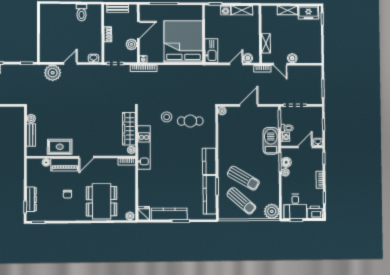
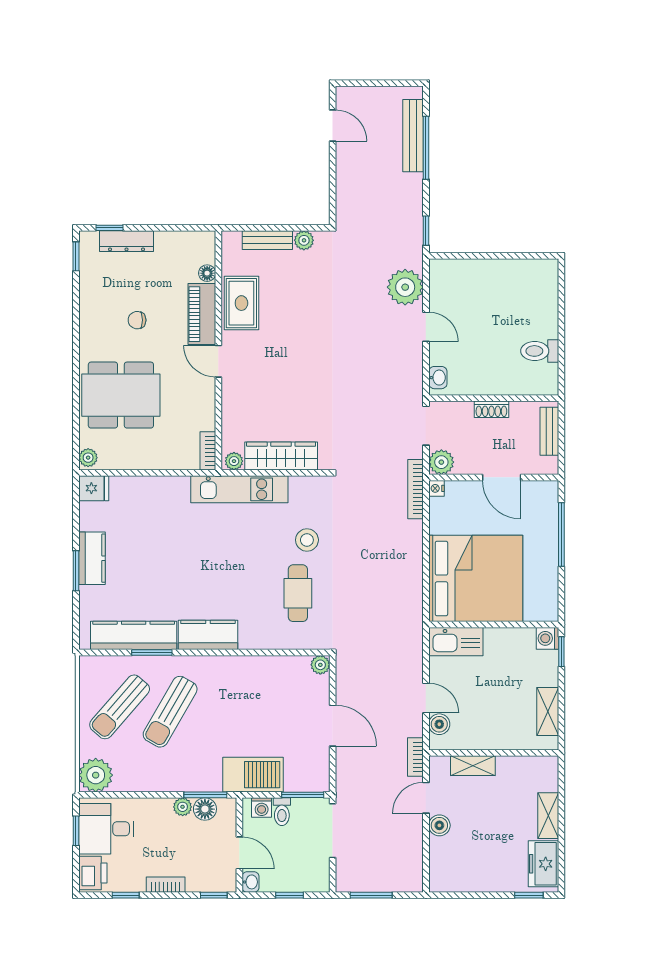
washing machine: (226, 10) -> (547, 638), moved
plant: (131, 44) -> (441, 462), moved
kitchen counter: (169, 214) -> (92, 558), width x0.67

